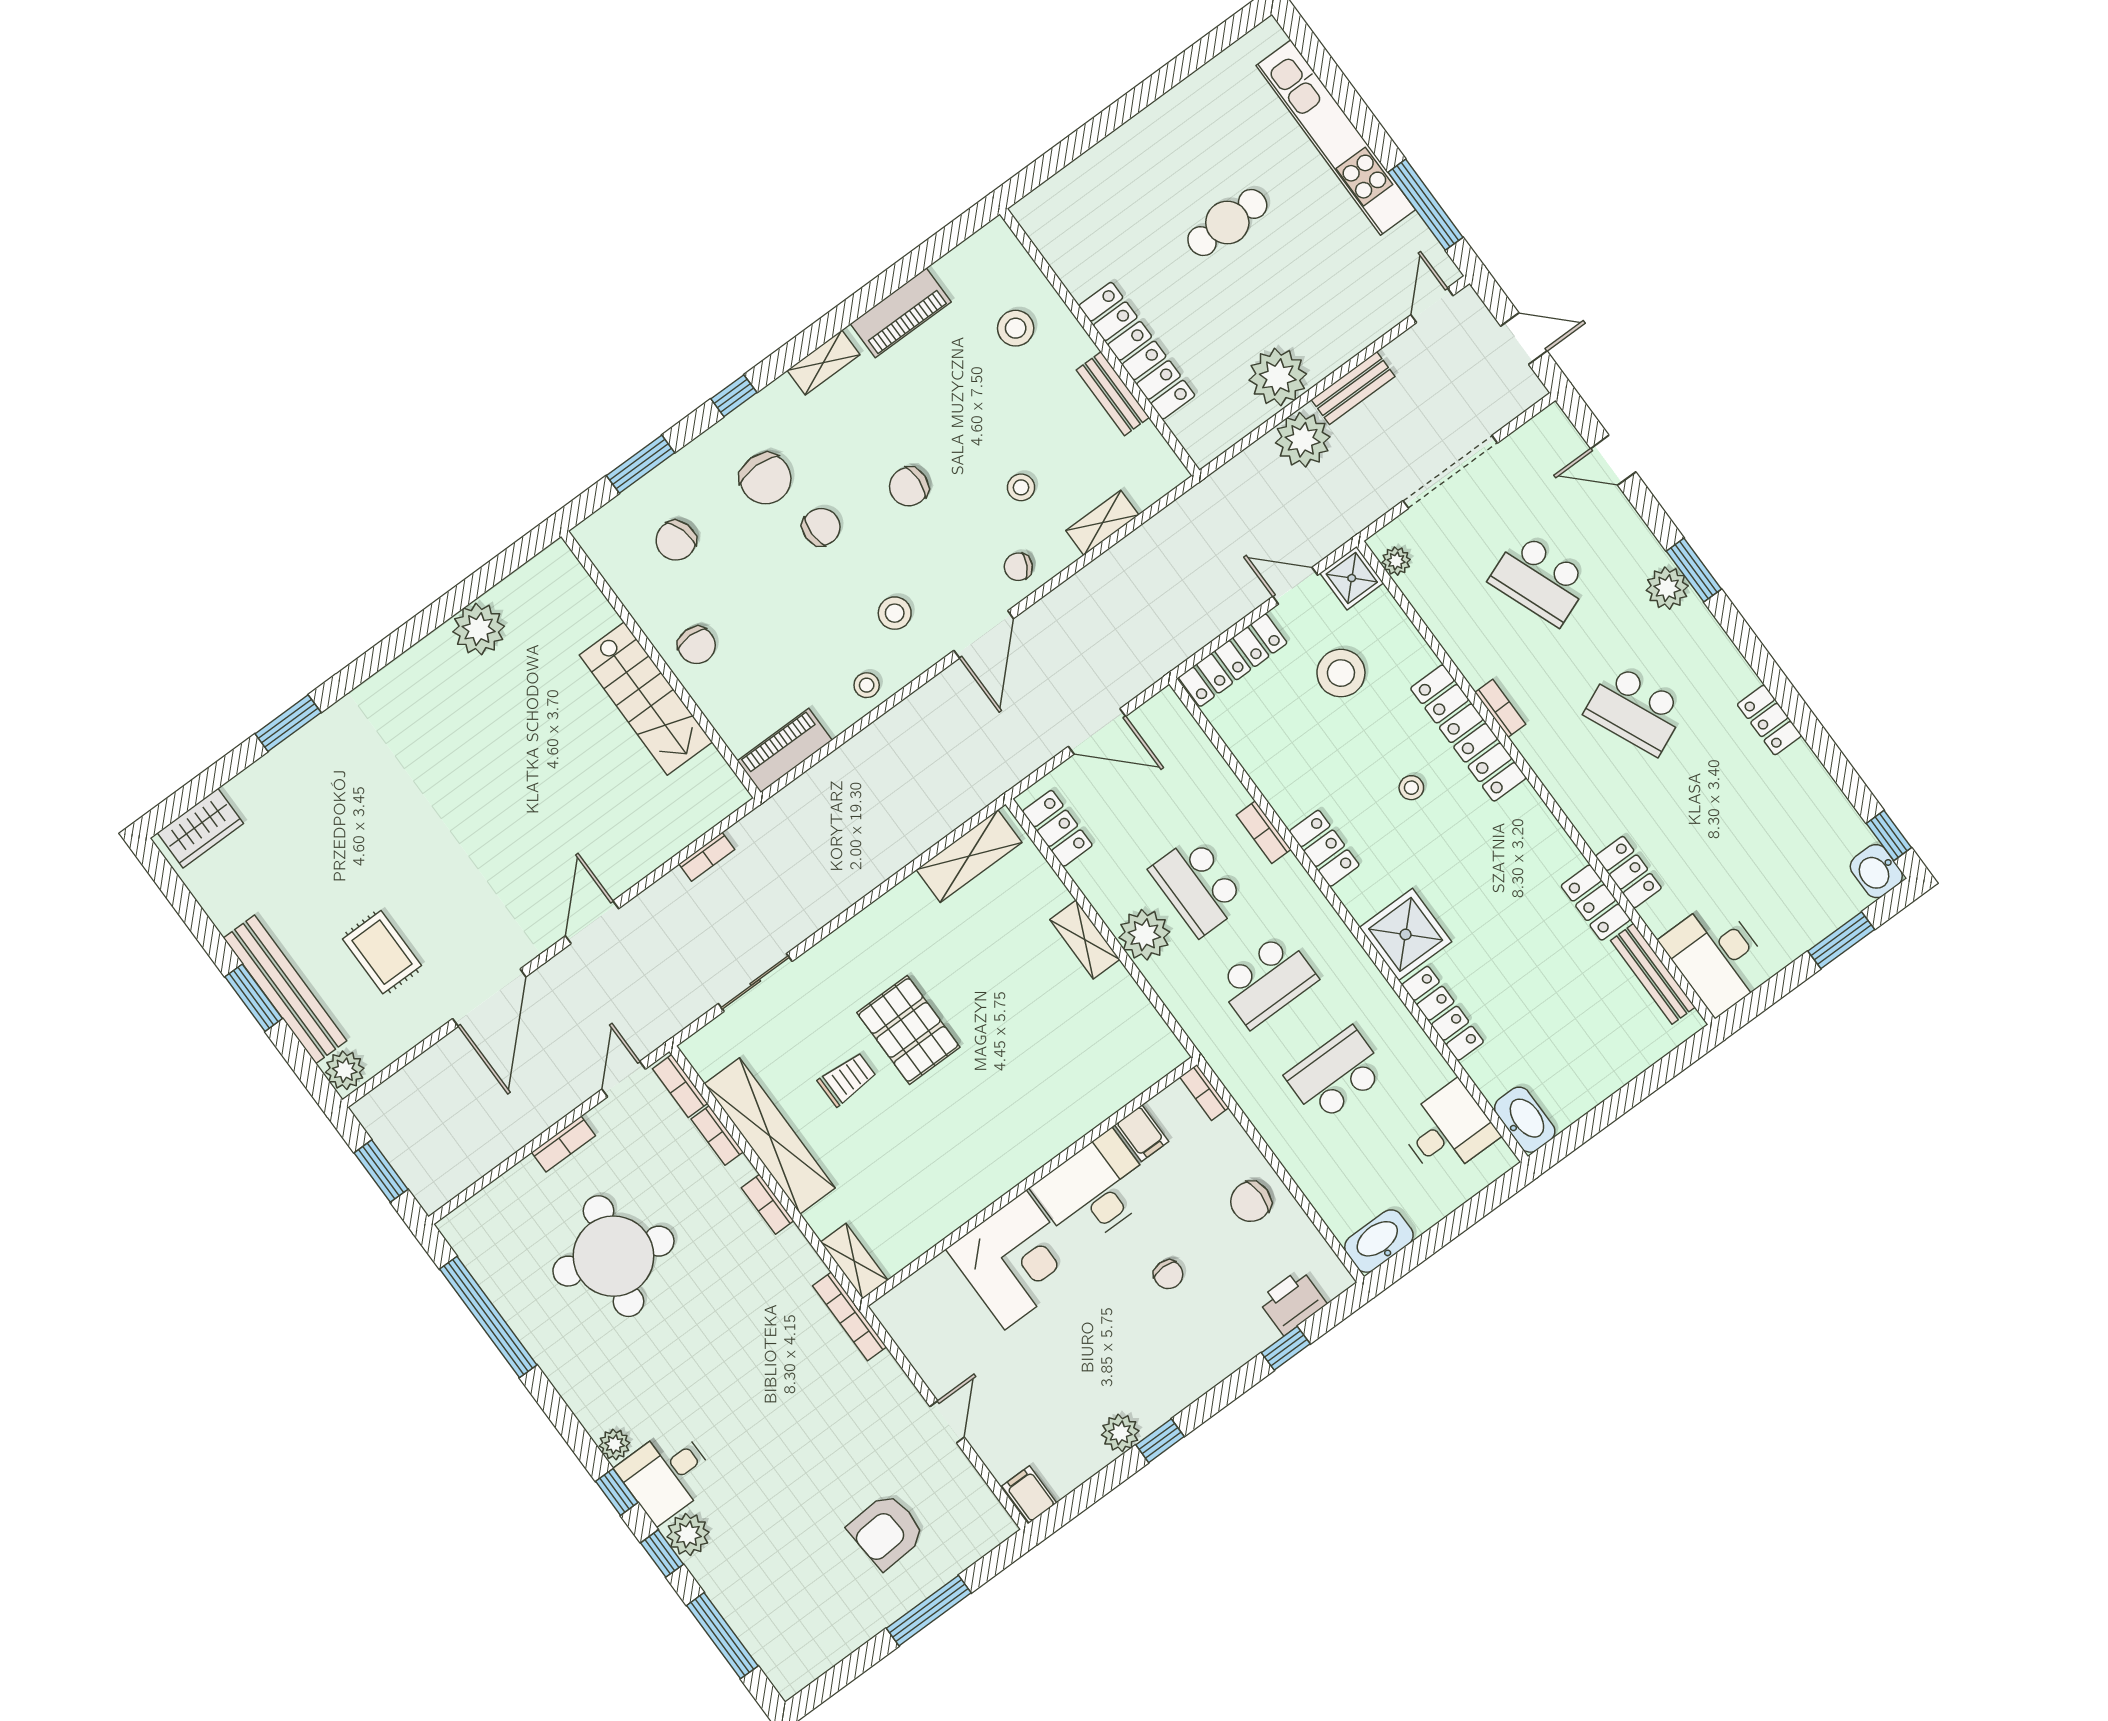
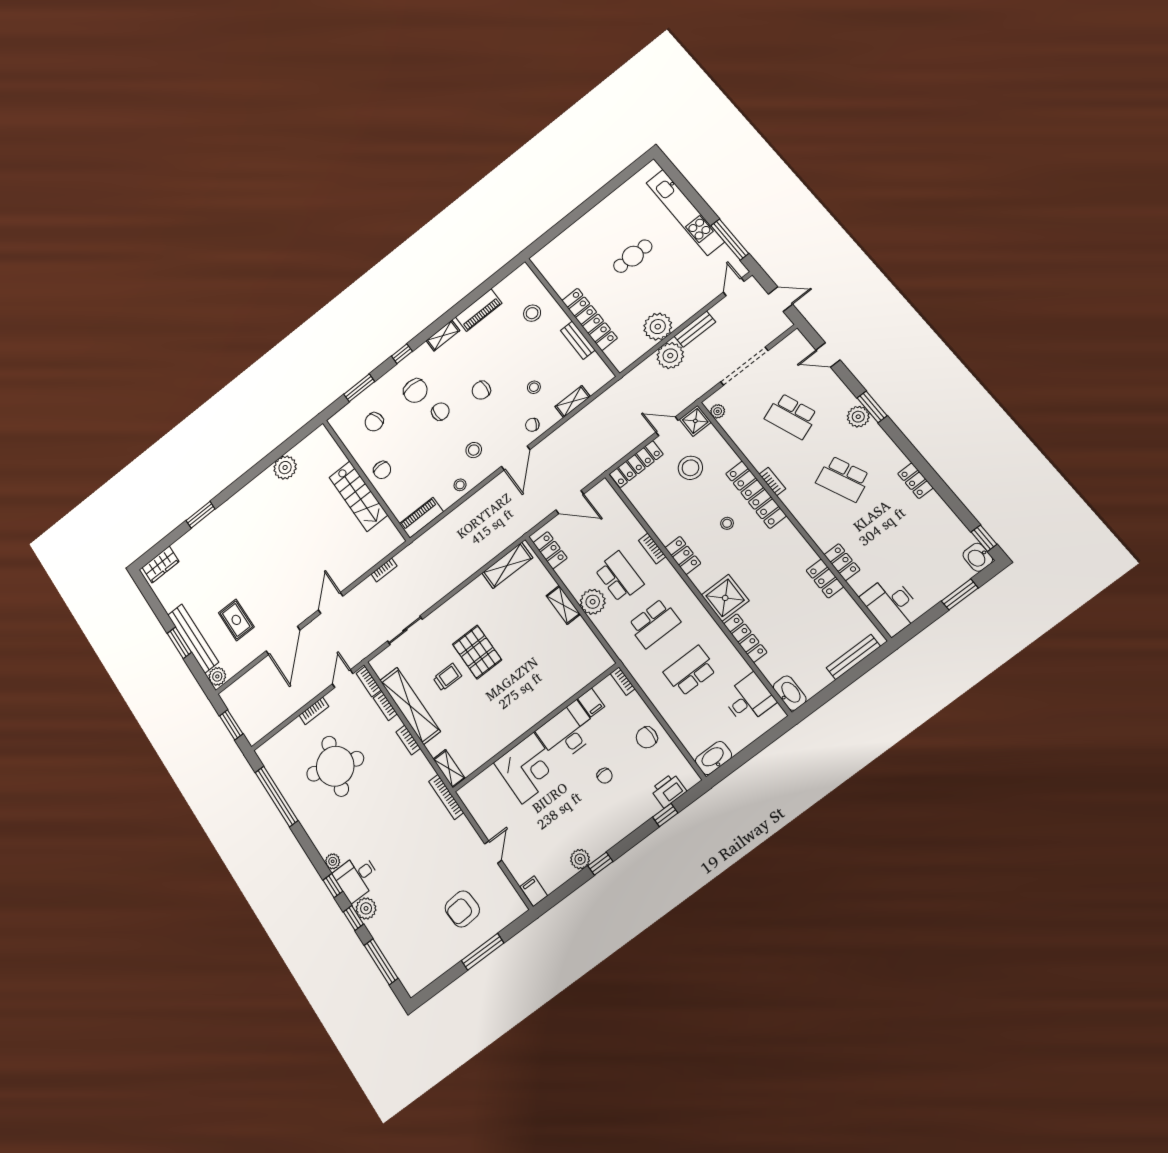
school desk: (1198, 886) -> (619, 577), turned 180
bench: (1653, 974) -> (853, 657), moved, turned 90

